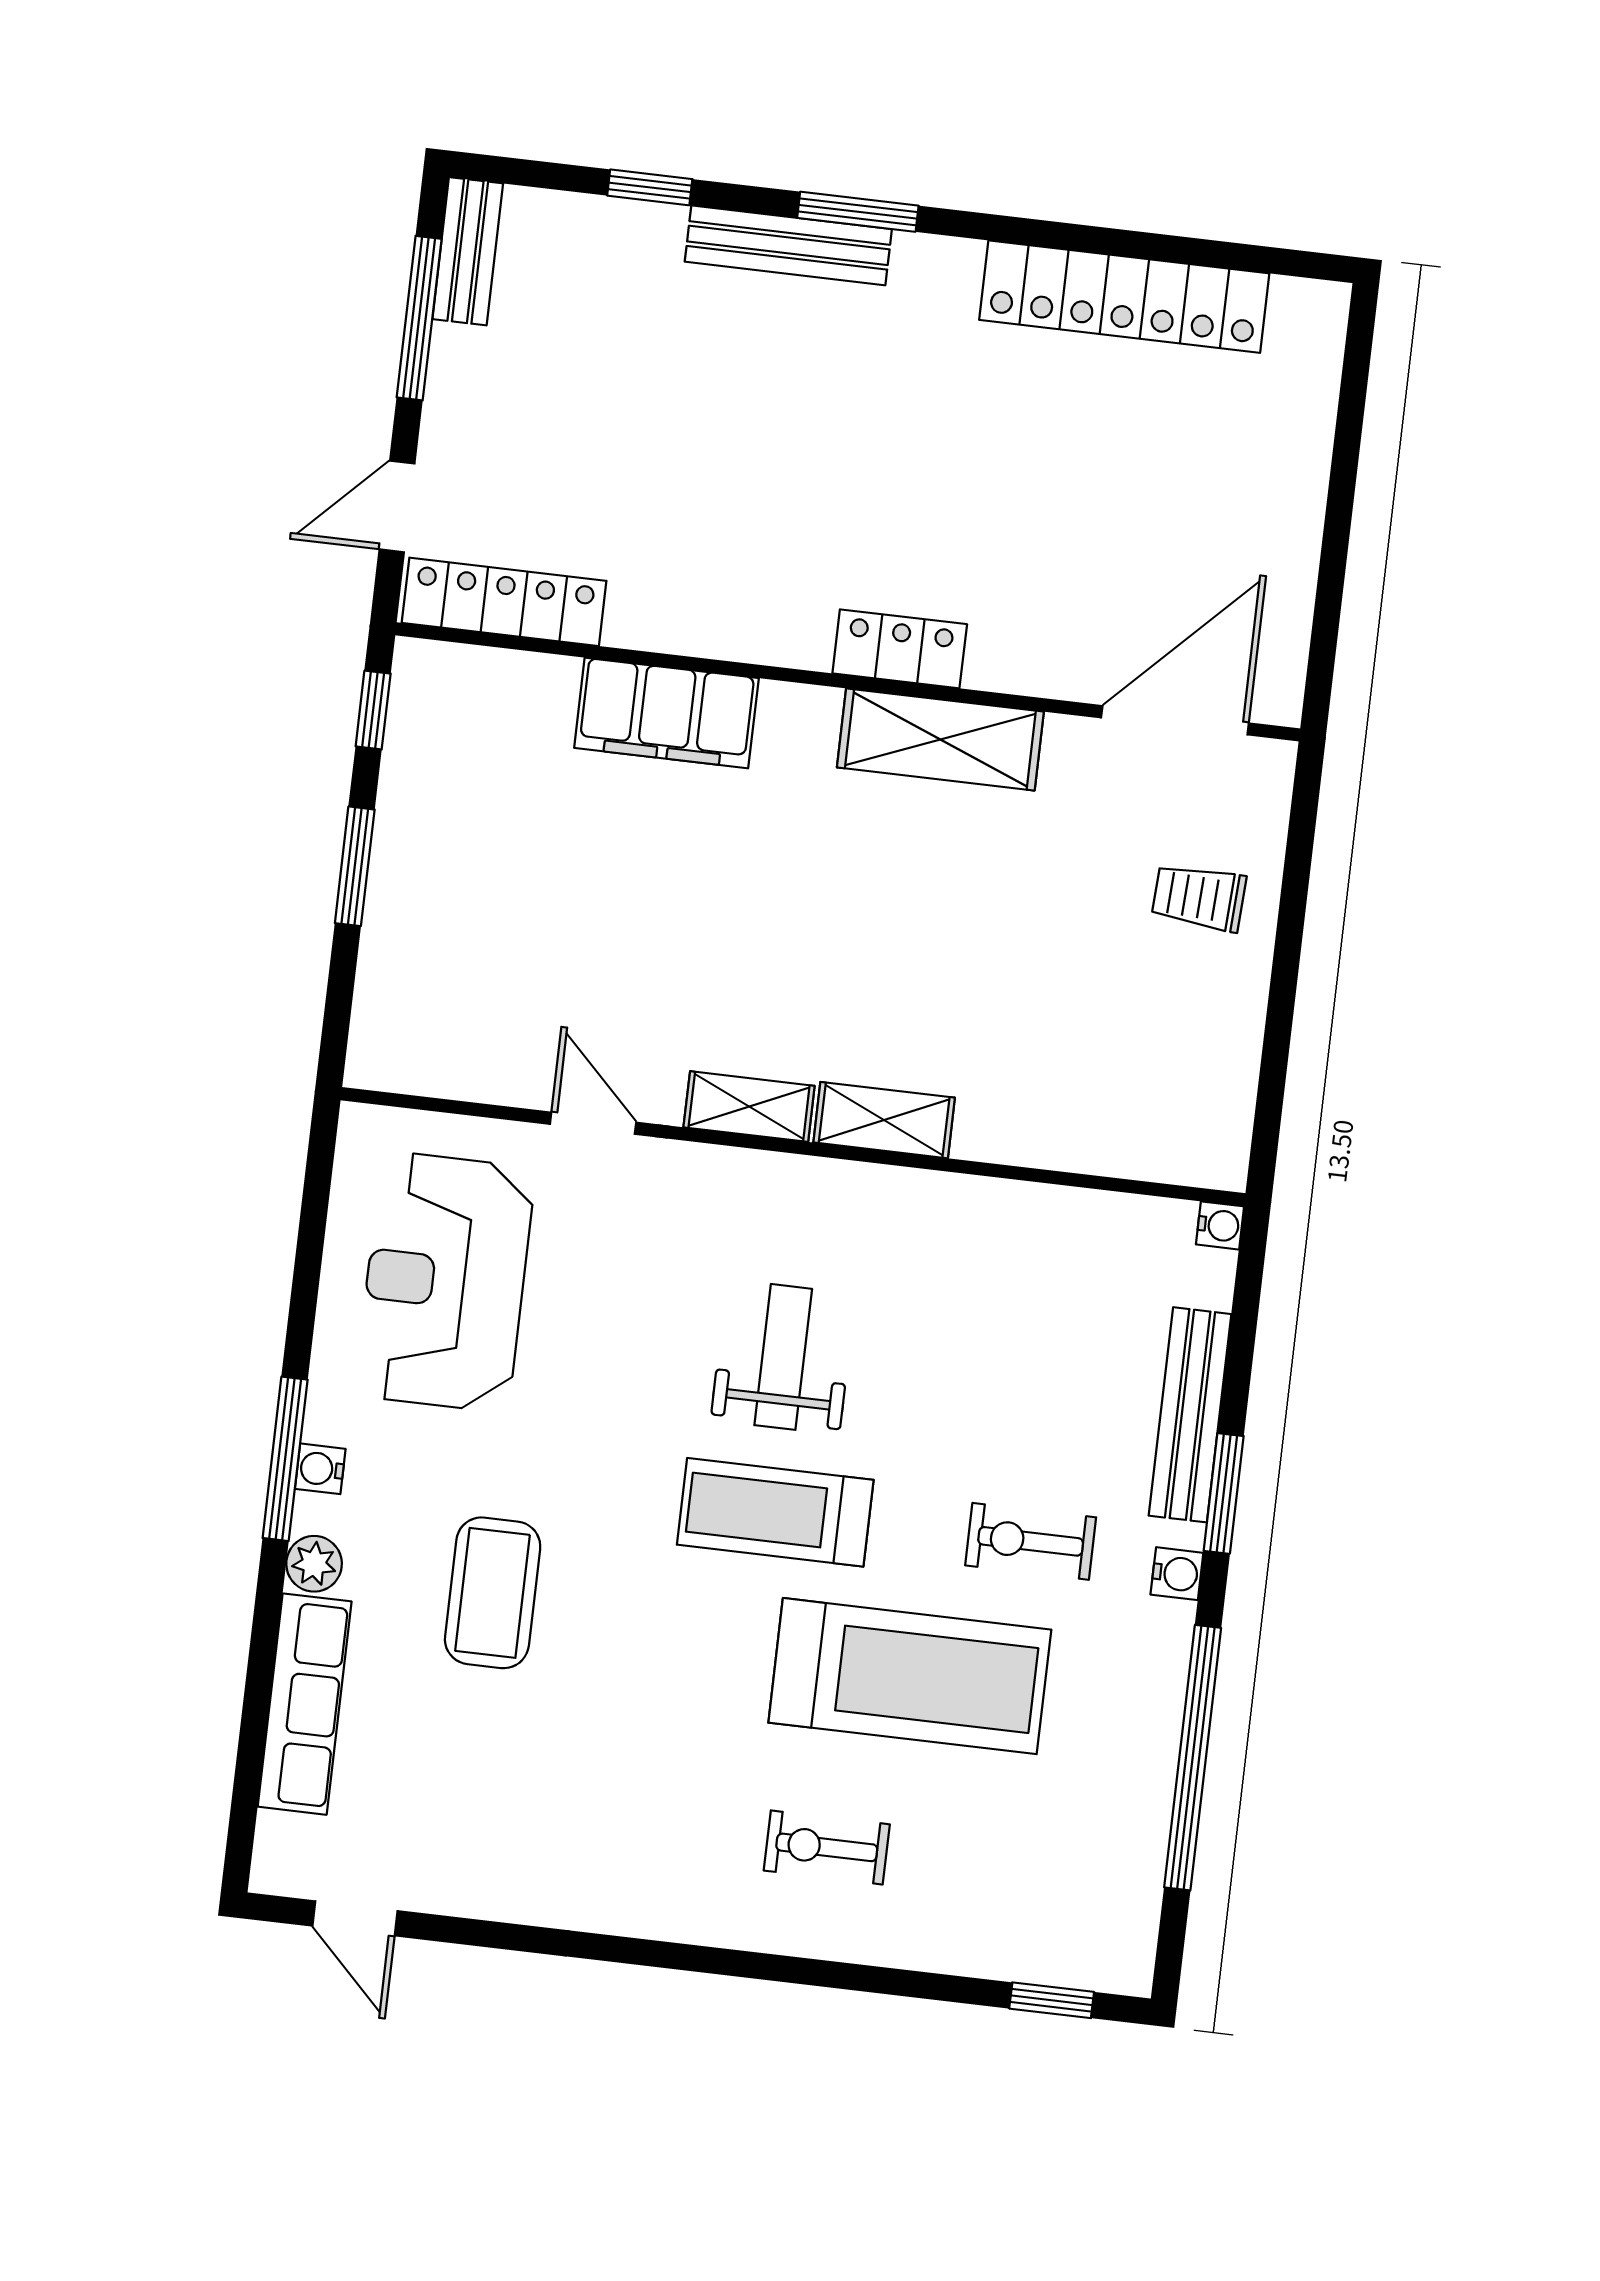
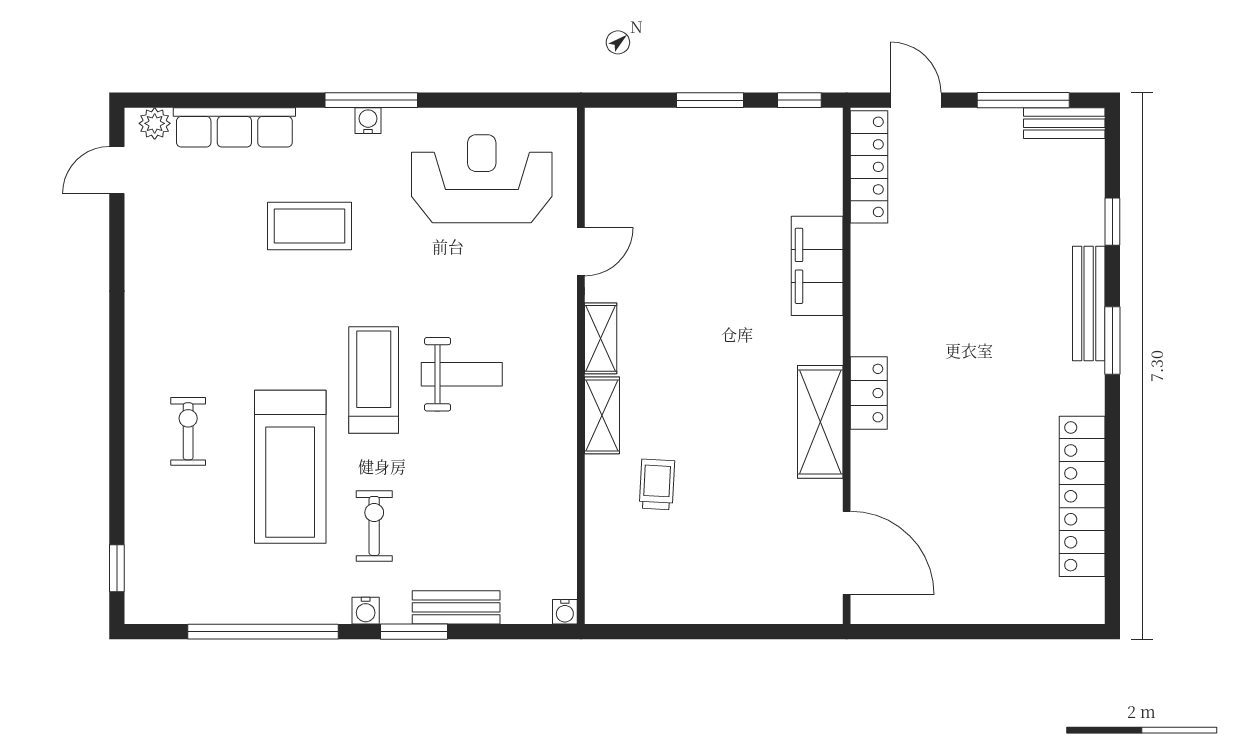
trolley: (1199, 897) -> (657, 484), moved
bench: (1190, 1415) -> (456, 607), width x0.73
plant: (314, 1564) -> (155, 123), moved

